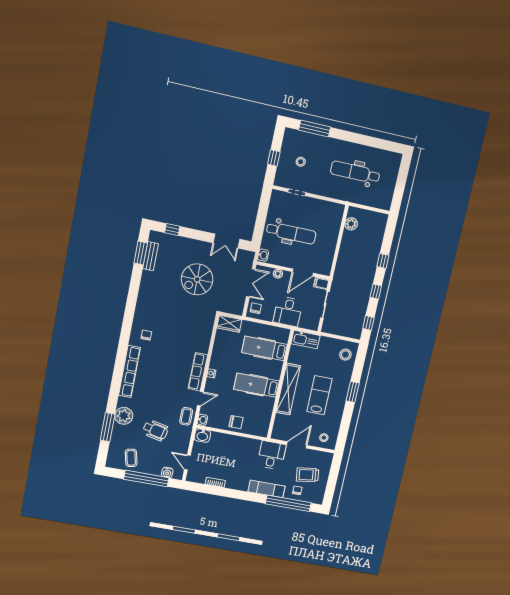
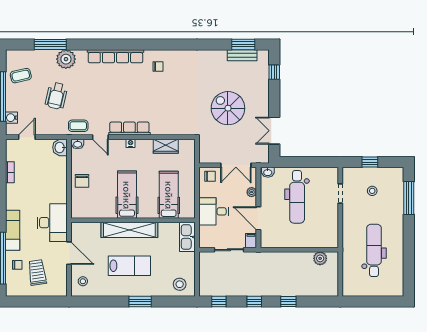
wardrobe: (229, 324) -> (166, 146), moved, turned -90
desk: (272, 455) -> (52, 223), width x1.37

